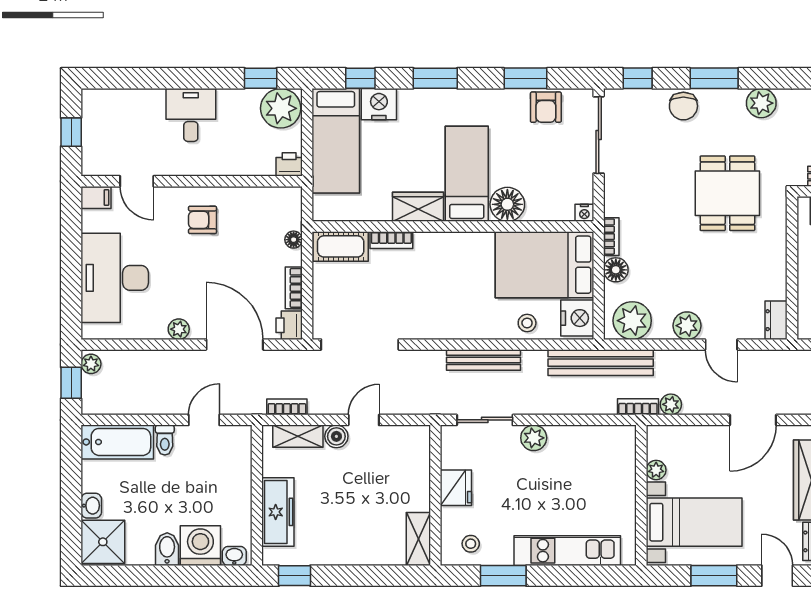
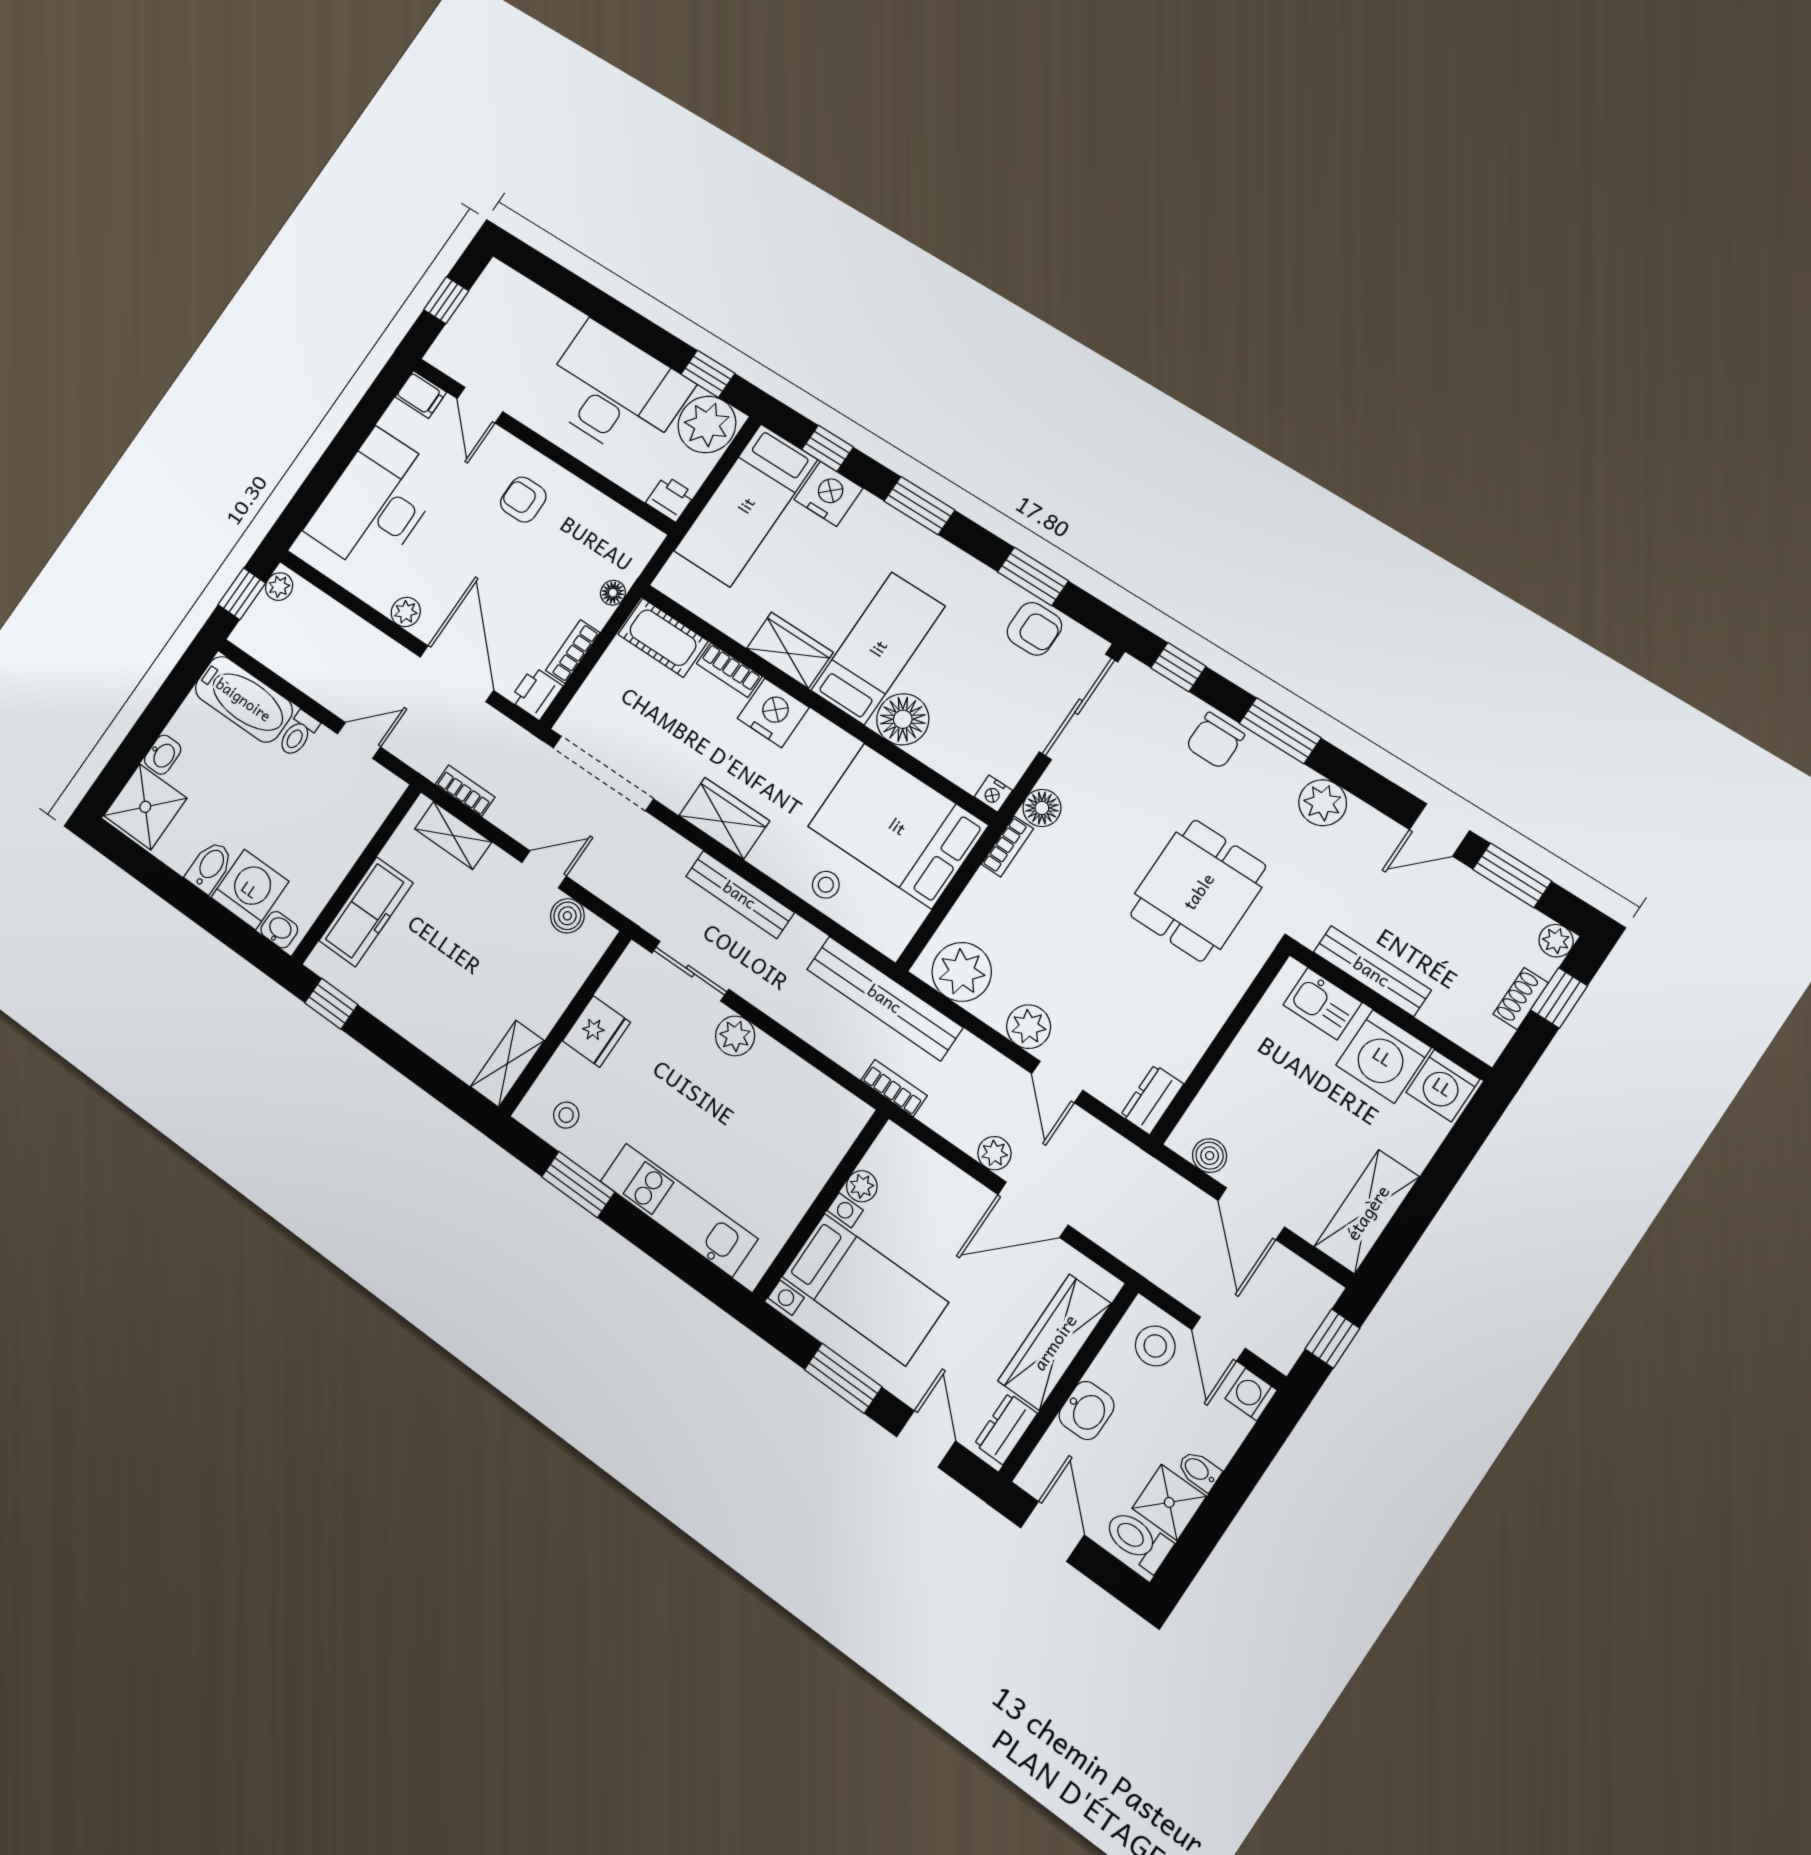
armchair: (546, 107) -> (1034, 629), turned -90
desk: (191, 115) -> (615, 392), width x1.87, depth x1.30
floor lamp: (616, 270) -> (1042, 808), moved
nightstand: (577, 318) -> (773, 713), moved, turned -90
wardrobe: (446, 324) -> (724, 818), added
plant: (671, 404) -> (994, 1153), moved
boiler: (336, 436) -> (567, 916), moved

